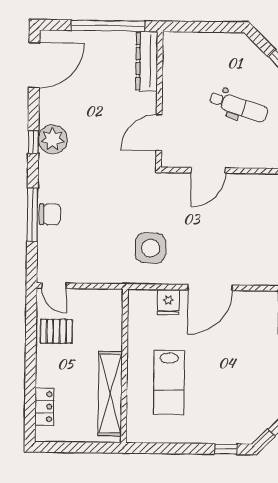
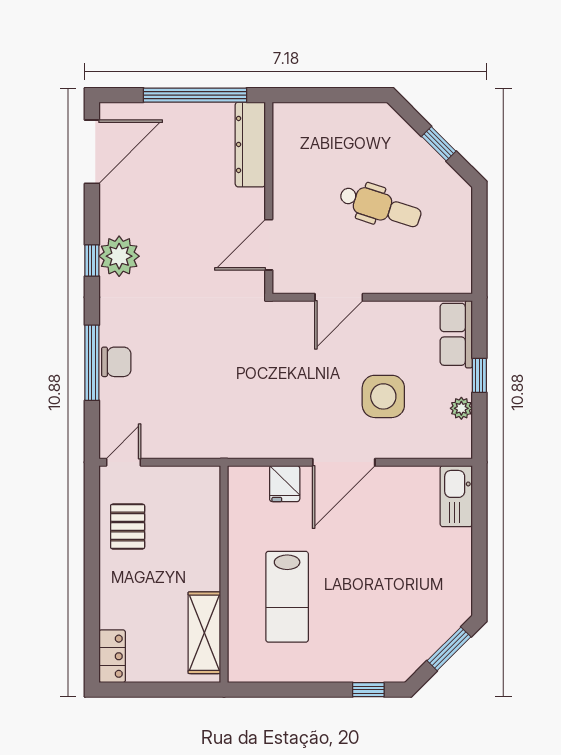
side table: (150, 248) -> (383, 396), moved
door: (54, 286) -> (123, 462), swing flipped
pallet: (56, 331) -> (128, 527), turned 90
shelving: (110, 394) -> (204, 633), width x0.68
locker: (44, 407) -> (112, 656), moved

